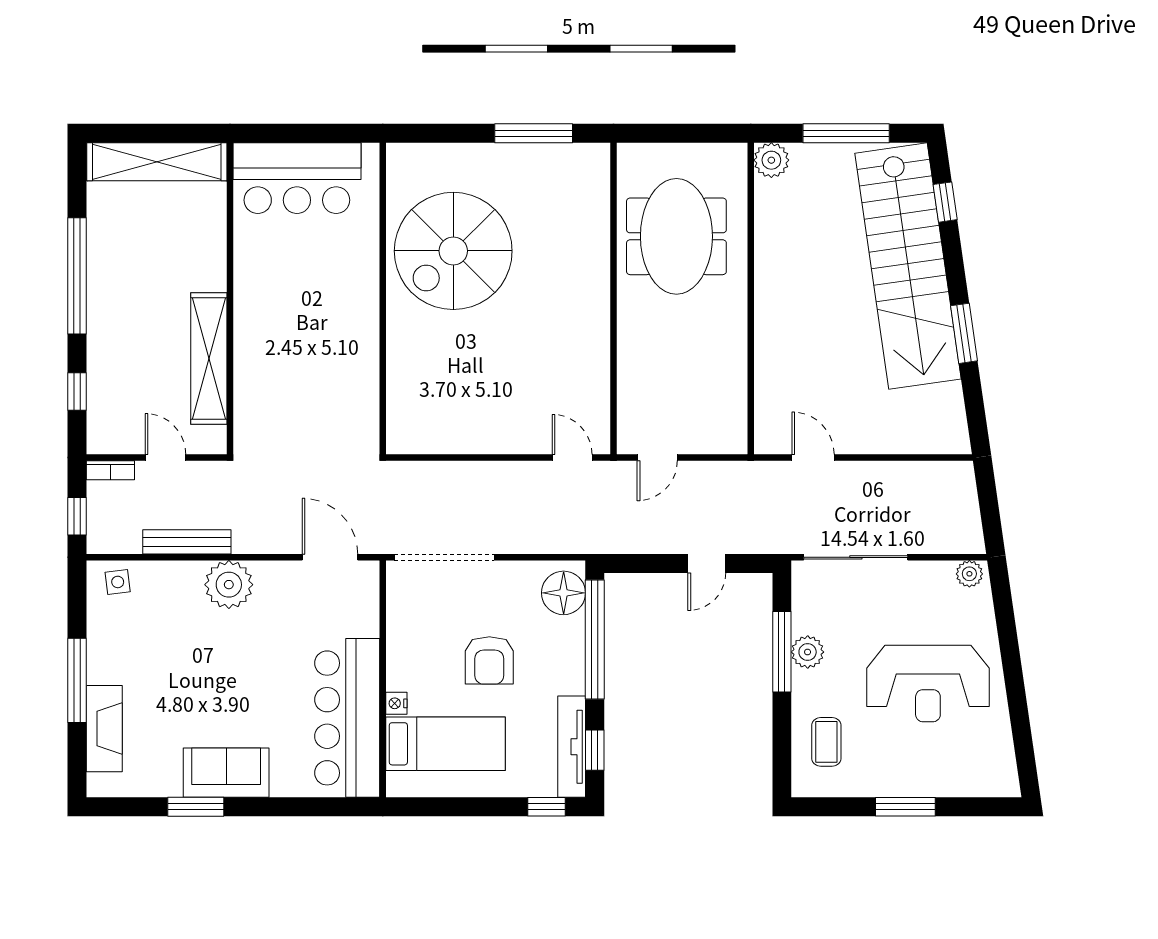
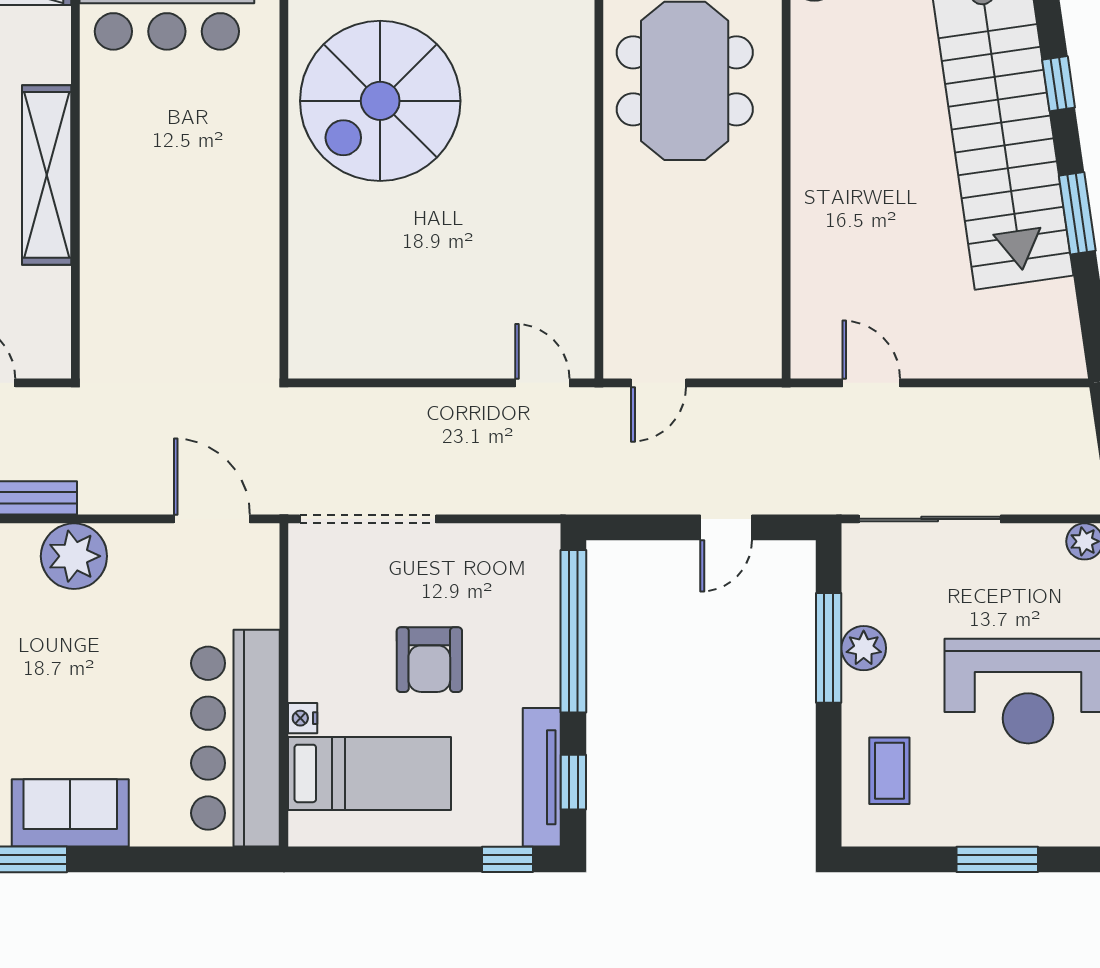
window: (945, 202) -> (1059, 84), moved
shelving: (209, 359) -> (47, 175), moved
floor lamp: (564, 593) -> (531, 567), removed

